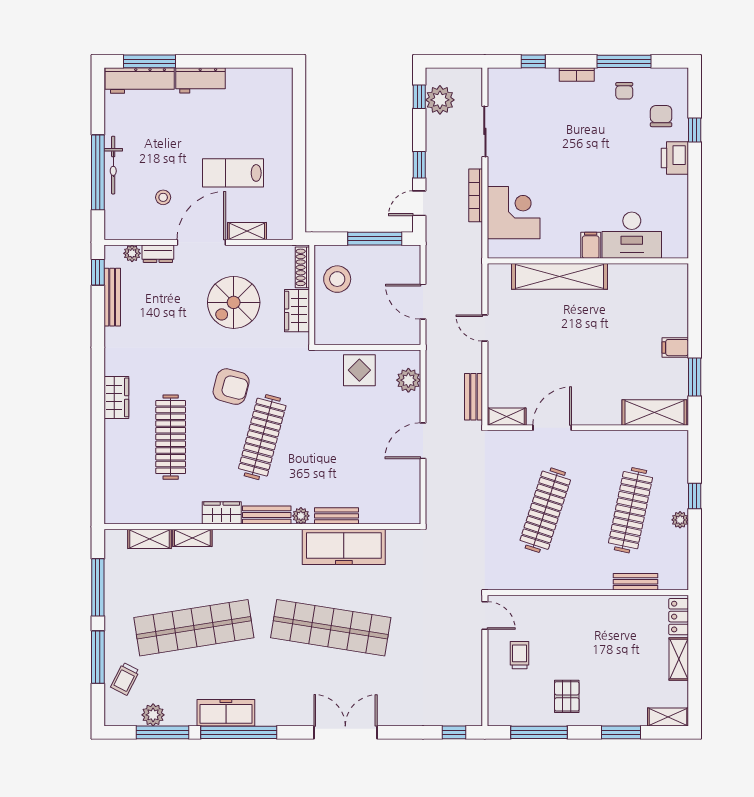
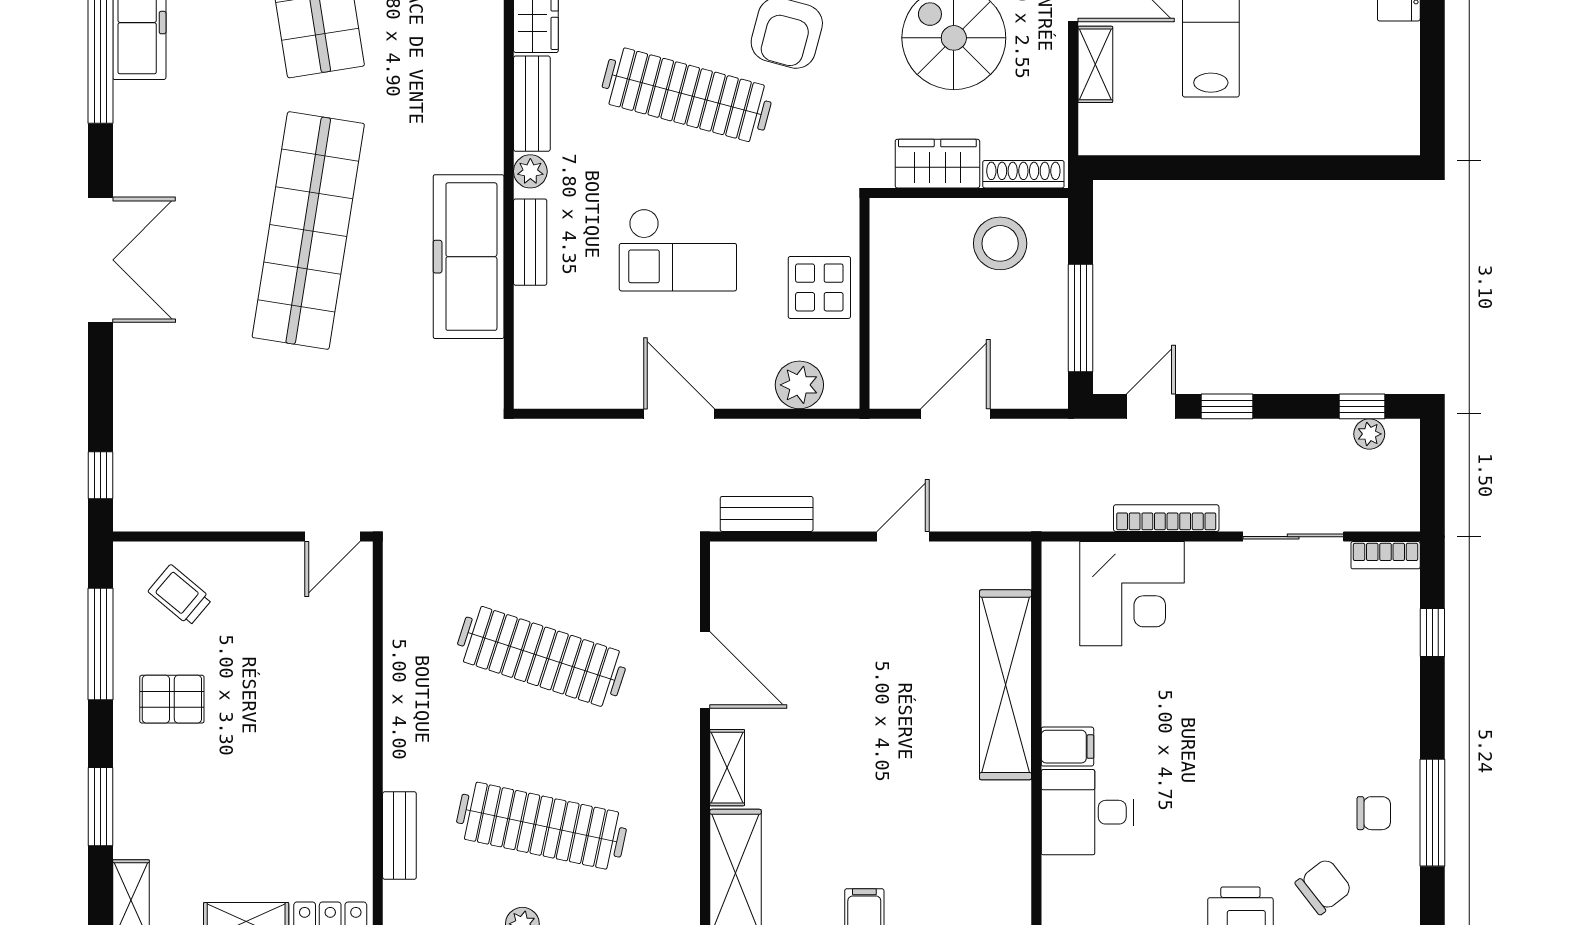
bookcase: (577, 75) -> (1386, 555), moved, turned -90
chair: (624, 91) -> (1374, 813), turned 180
plant: (440, 100) -> (1369, 434), width x0.53, depth x0.53
chair: (661, 116) -> (1324, 886), turned -38
door: (419, 203) -> (1151, 406), hinge flipped
desk: (632, 235) -> (1087, 812), width x0.73
shelving: (507, 417) -> (727, 768), moved
checkout: (340, 441) -> (678, 250), added
trolley: (520, 655) -> (180, 595), moved, turned -140

